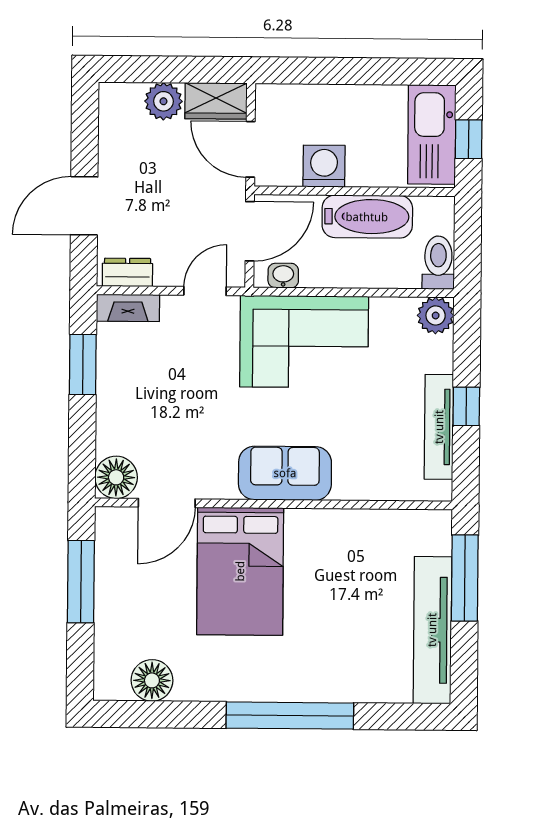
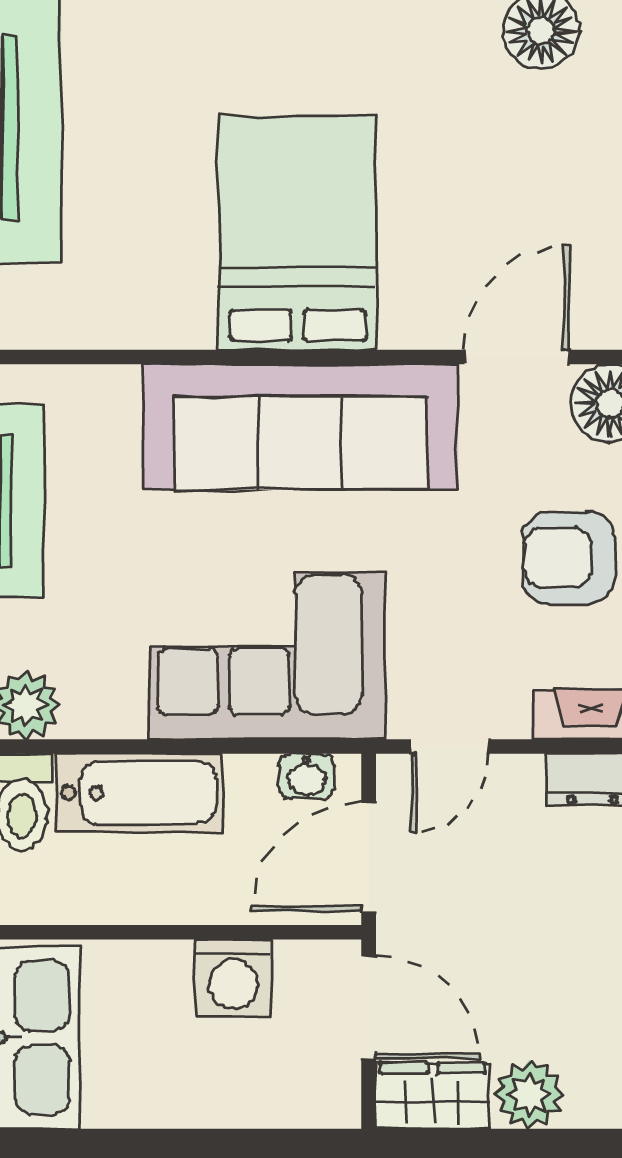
bathtub: (367, 217) -> (139, 793), moved, turned 180
armchair: (139, 393) -> (569, 558), added
sofa: (285, 473) -> (300, 427), width x1.85, depth x1.27
bed: (240, 571) -> (298, 233), moved

